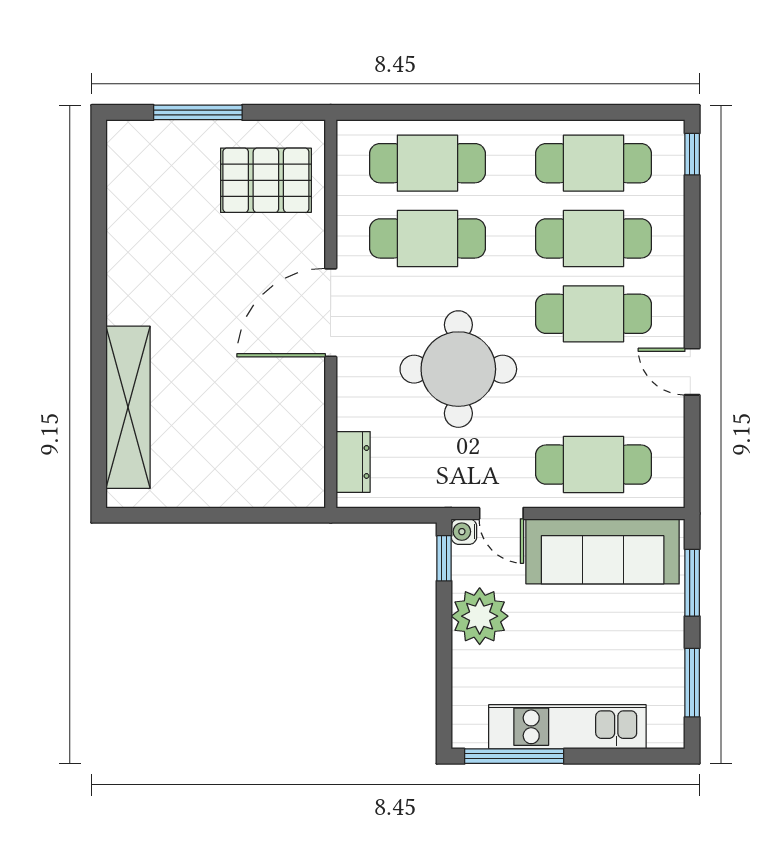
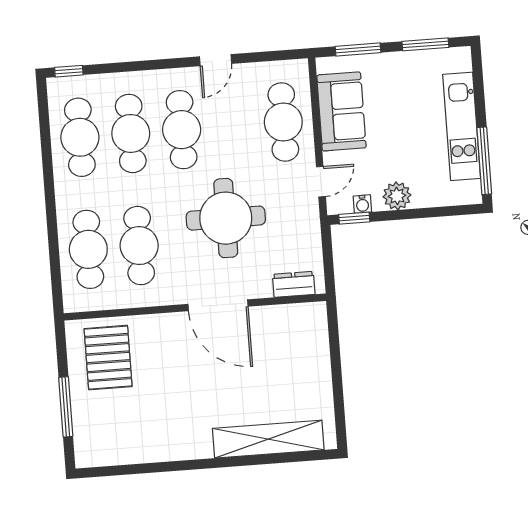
door: (331, 313) -> (218, 305), moved
water cooler: (464, 532) -> (362, 204), moved
sofa: (603, 551) -> (341, 111), width x0.73
plant: (480, 616) -> (397, 196), width x0.73, depth x0.73

